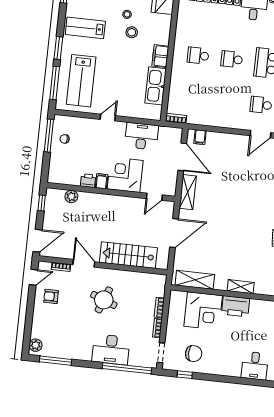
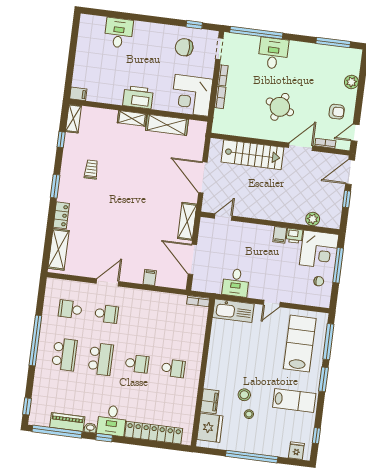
filing cabinet: (160, 56) -> (210, 401), moved
kitchen sink: (156, 86) -> (233, 311), moved, turned 90
window: (49, 136) -> (338, 265), moved
desk: (142, 136) -> (236, 283), width x0.73
filing cabinet: (200, 137) -> (150, 277), moved
corner desk: (125, 175) -> (319, 250), moved
window: (42, 203) -> (347, 199), moved
door: (174, 233) -> (203, 177), hinge flipped
door: (84, 263) -> (301, 147), swing flipped
shelving: (195, 280) -> (167, 125), moved
corner desk: (203, 311) -> (192, 95), moved, turned -90
plant: (36, 345) -> (351, 82), moved
desk: (111, 349) -> (273, 53), width x0.73

